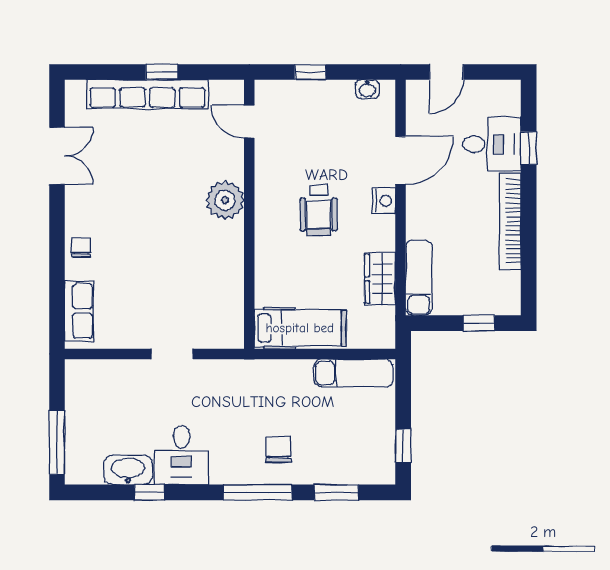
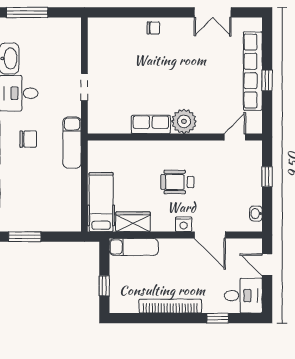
desk: (492, 144) -> (243, 296), moved, turned -90
row of seats: (79, 311) -> (151, 124), moved, turned 180
hospital bed: (300, 328) -> (101, 202), moved, turned 180
exam couch: (354, 373) -> (72, 143), moved
window: (403, 446) -> (25, 237), width x1.50
chair: (279, 449) -> (28, 139), moved

